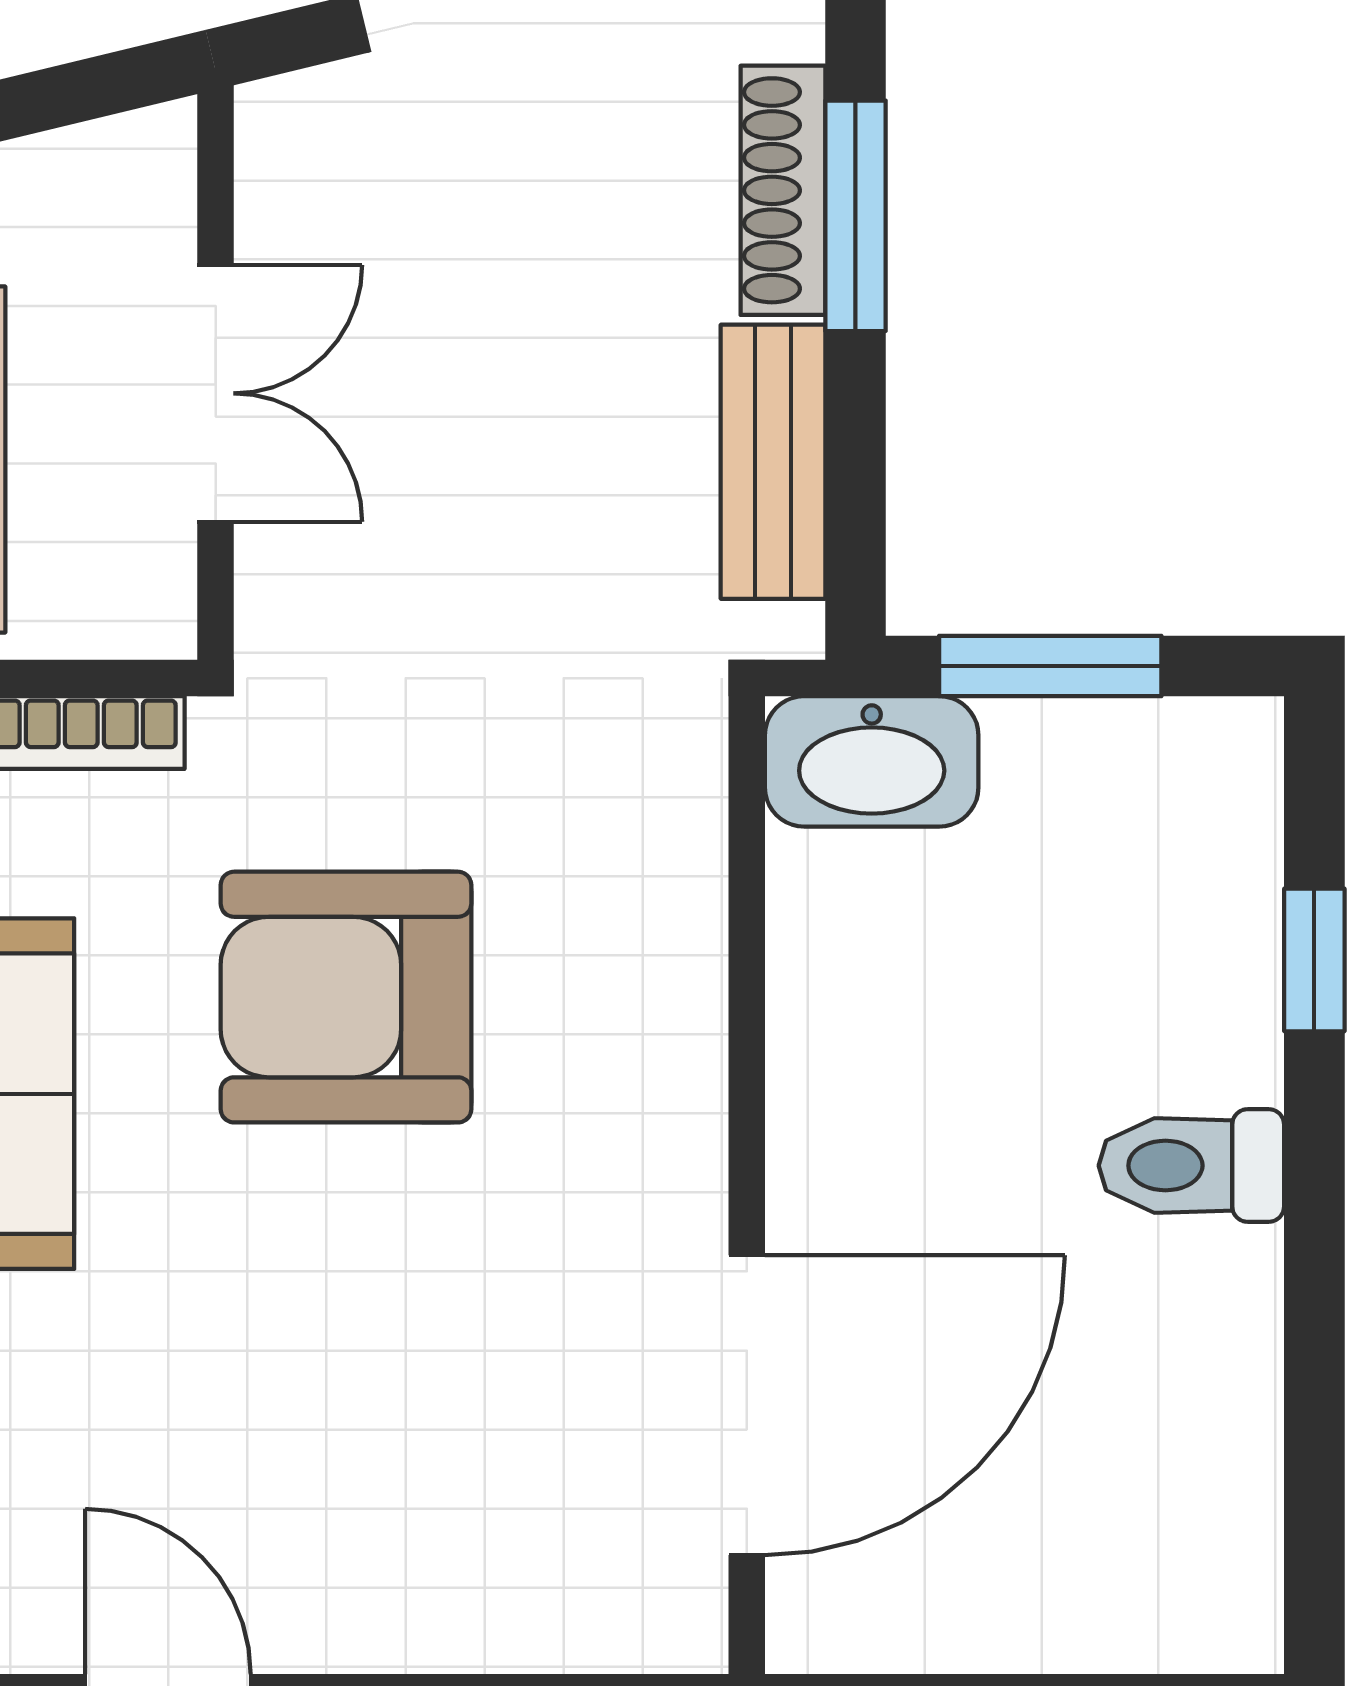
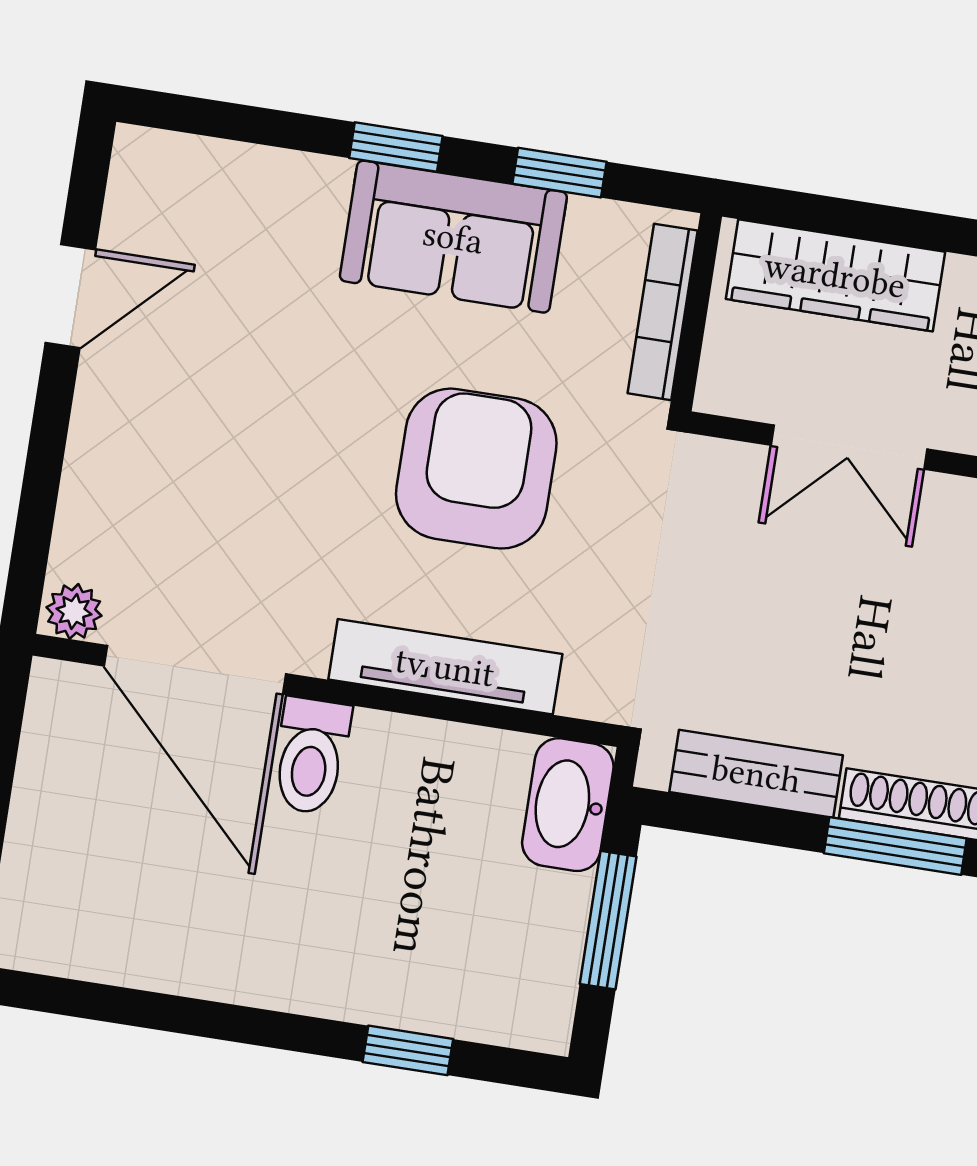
tv unit: (678, 997) -> (445, 667), added
toilet: (1191, 1166) -> (311, 756), moved, turned 180
plant: (682, 1618) -> (74, 612), added

